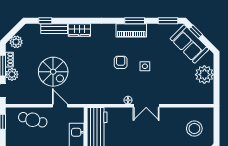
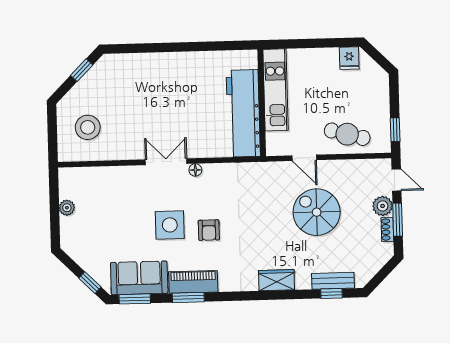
bench: (54, 29) -> (333, 281), moved
plant: (16, 42) -> (377, 258), removed
sofa: (189, 44) -> (139, 278), moved, turned -45
side table: (145, 66) -> (170, 225), width x1.87, depth x1.87
plant: (204, 75) -> (67, 208), width x0.53, depth x0.53

